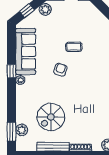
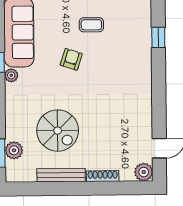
spiral stairs: (51, 117) -> (58, 131), turned -90

